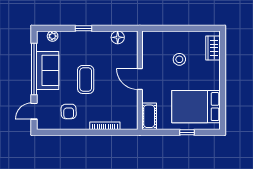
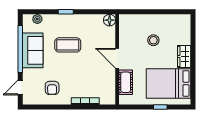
floor lamp: (118, 37) -> (110, 20), moved
wardrobe: (213, 48) -> (184, 56), moved
coffee table: (86, 79) -> (68, 45), moved, turned 90
cot: (149, 116) -> (126, 82), moved

